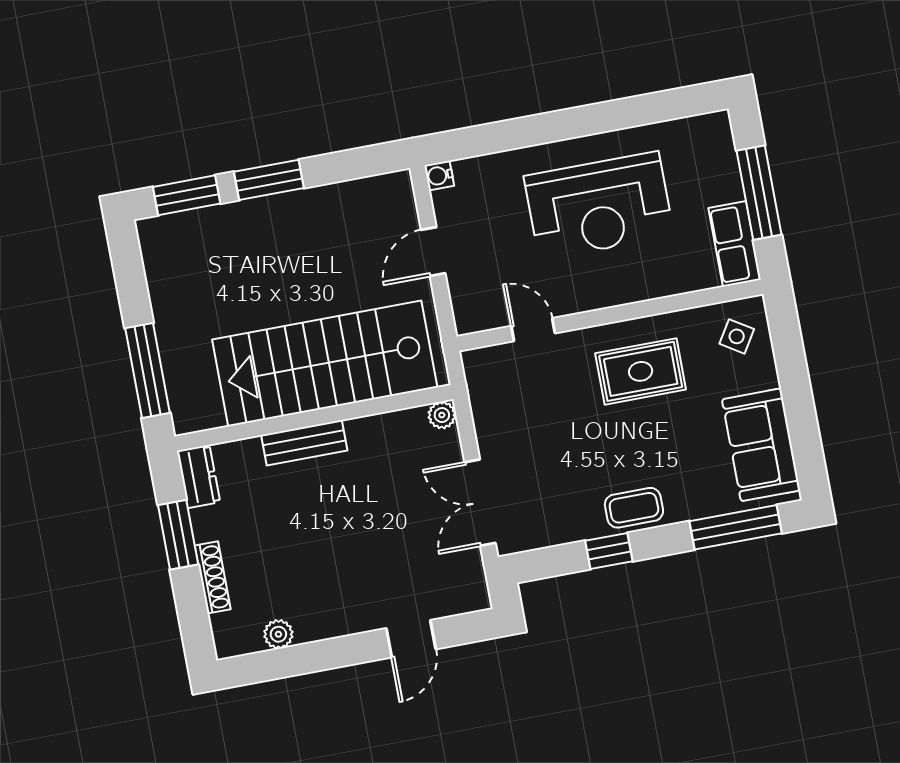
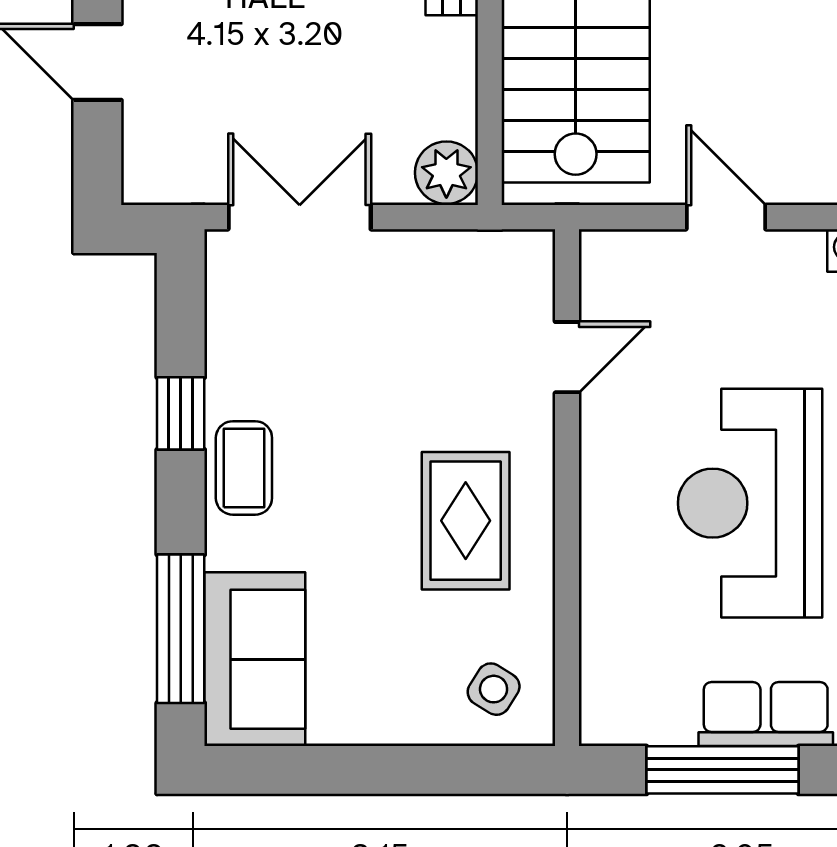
row of seats: (735, 244) -> (766, 714), moved
plant: (442, 415) -> (446, 173), width x1.38, depth x1.38
sofa: (761, 445) -> (255, 659), moved, turned 90

